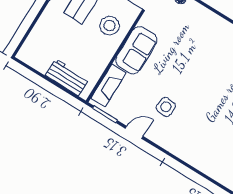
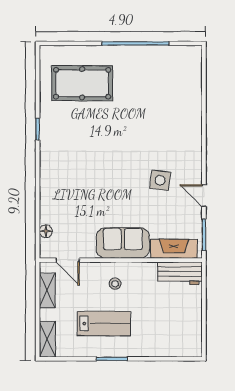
stool: (110, 26) -> (115, 284), width x0.53, depth x0.53
workbench: (67, 77) -> (180, 273), moved, turned -90

